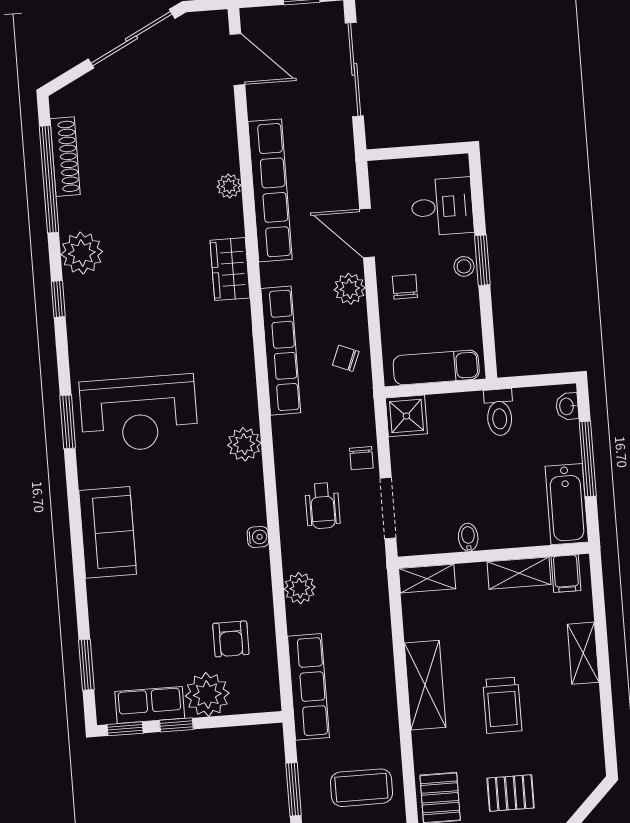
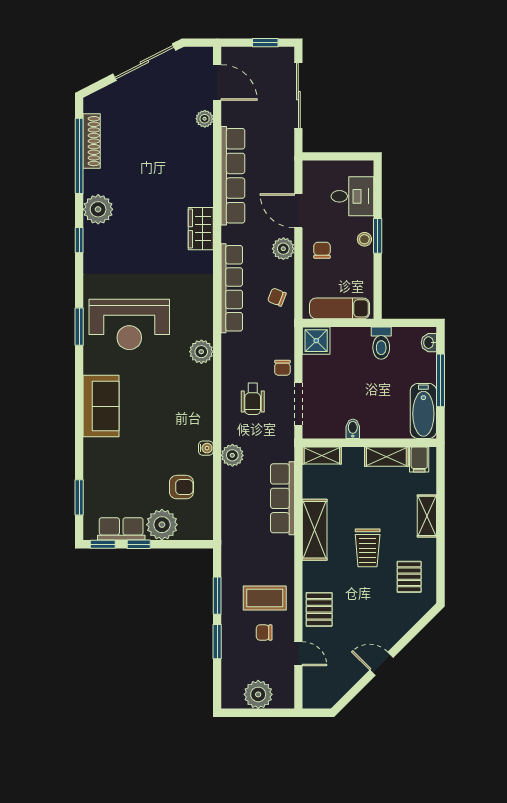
plant: (229, 186) -> (205, 119), moved
water cooler: (258, 537) -> (206, 448), moved
armchair: (231, 639) -> (181, 487), turned -90
row of seats: (308, 687) -> (282, 498), moved, turned 180
pallet: (511, 793) -> (409, 577), moved, turned 90

